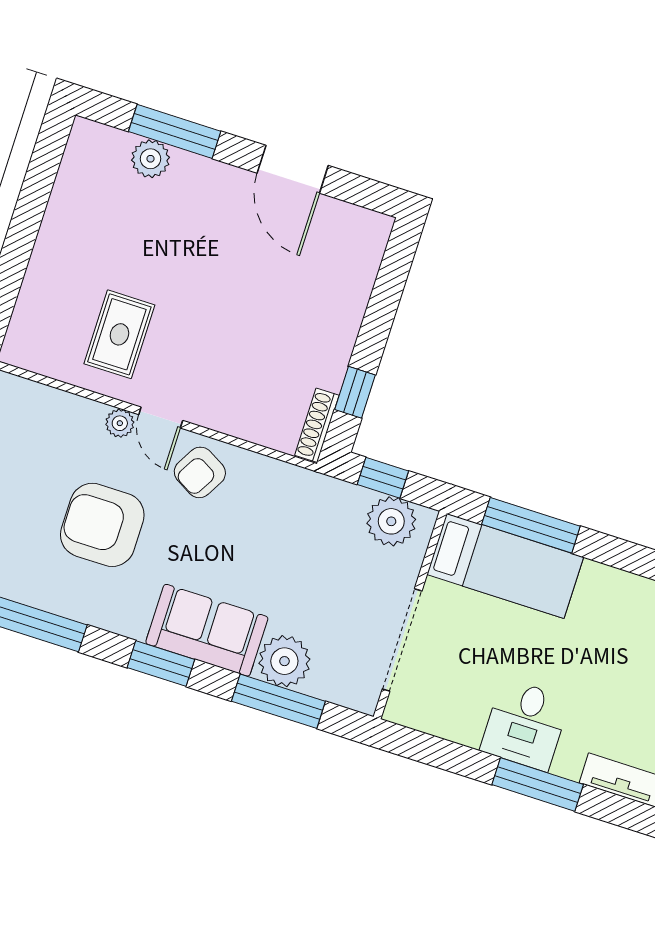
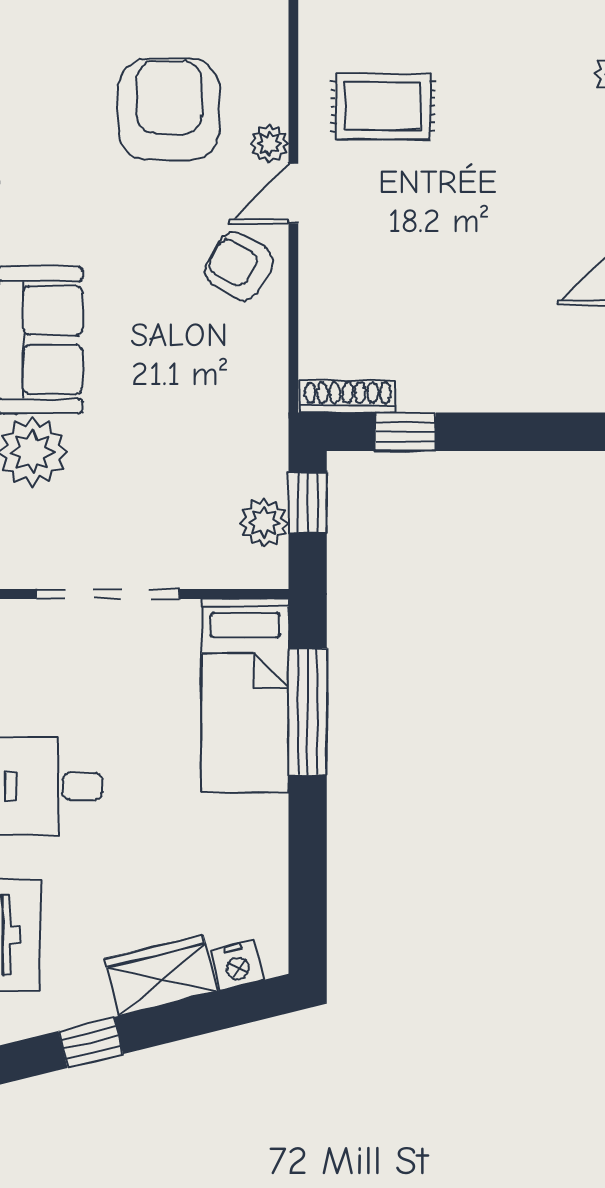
plant: (391, 521) -> (264, 522), width x0.73, depth x0.73
armchair: (102, 525) -> (169, 109), moved

